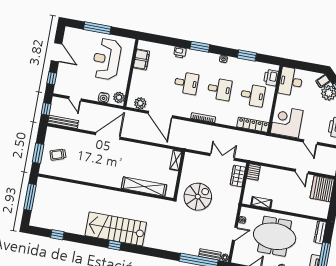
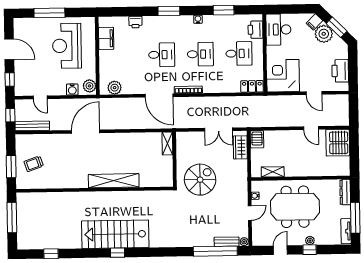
printer: (180, 52) -> (135, 22), moved
door: (160, 114) -> (159, 96), moved
locker: (253, 125) -> (252, 86), width x0.66
double door: (222, 157) -> (218, 129), swing flipped
shelving: (144, 187) -> (114, 181), moved

